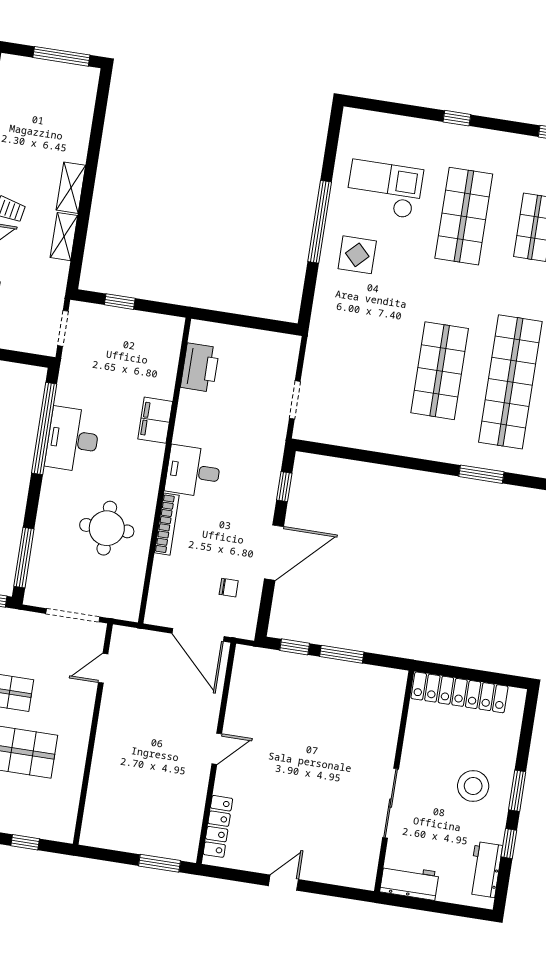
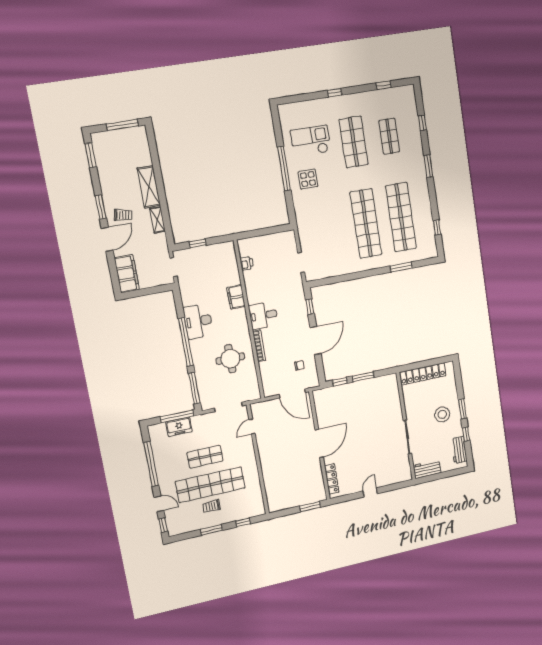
shelving: (71, 188) -> (149, 187), width x1.50, depth x1.33
printer: (200, 368) -> (247, 263), width x0.53, depth x0.68
shop shelf: (440, 371) -> (366, 223), width x1.40
window: (44, 428) -> (186, 342), moved
door: (217, 749) -> (319, 443), width x1.87

